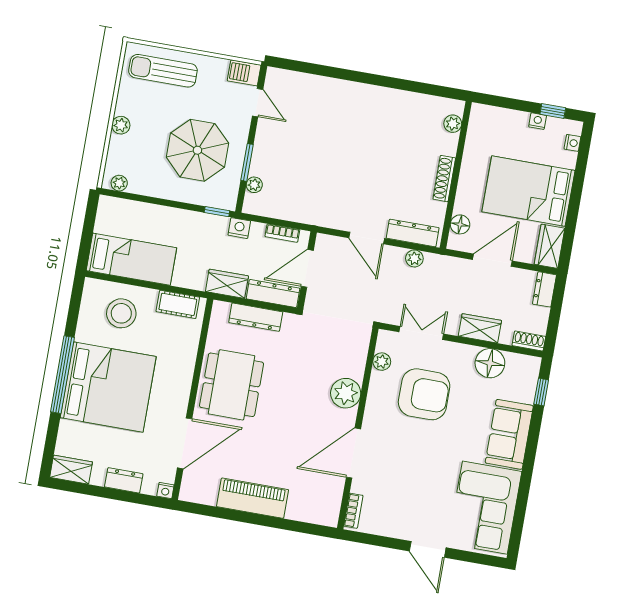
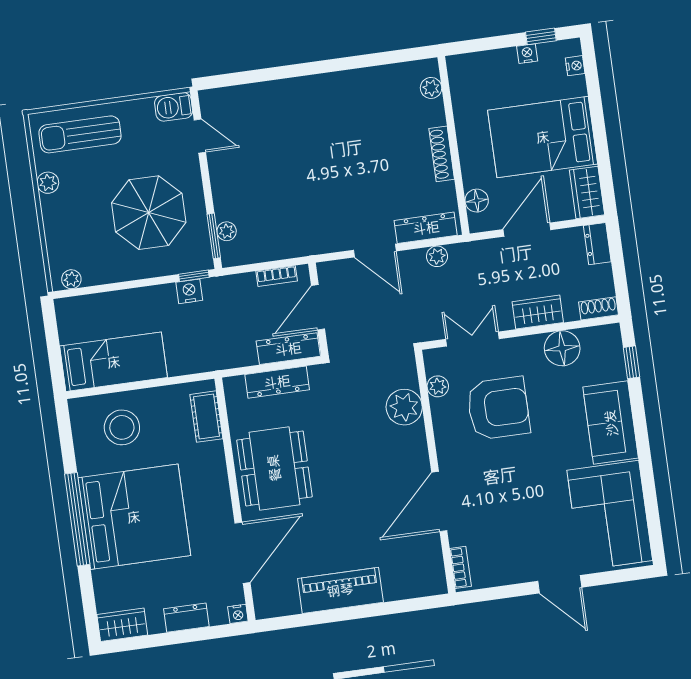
plant: (121, 125) -> (48, 183), moved
window: (247, 162) -> (214, 236), moved
nightstand: (239, 228) -> (189, 291), moved
wardrobe: (227, 284) -> (232, 355), removed
cot: (178, 304) -> (206, 417), moved, turned 90
plant: (346, 393) -> (404, 407), moved

